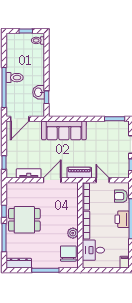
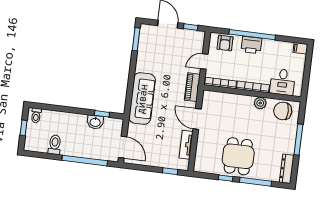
toilet: (15, 78) -> (55, 145), moved

